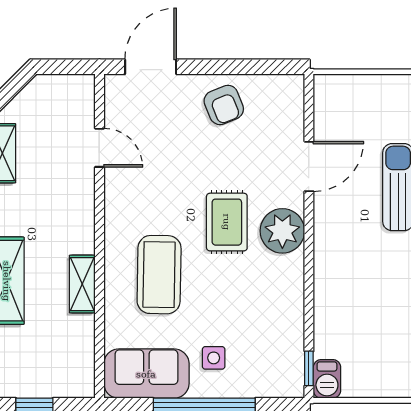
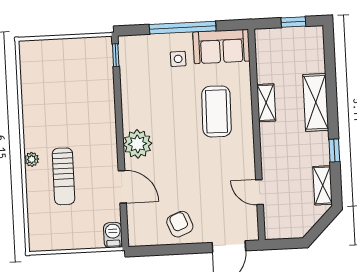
door: (309, 166) -> (122, 187), swing flipped
rug: (227, 222) -> (174, 148), removed
barbecue: (327, 379) -> (113, 235), moved

